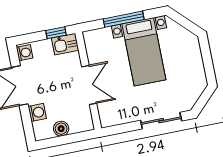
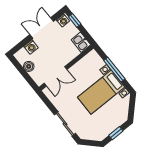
window: (56, 33) -> (75, 20), moved
window: (207, 61) -> (116, 133), added
double door: (89, 85) -> (56, 76), moved

